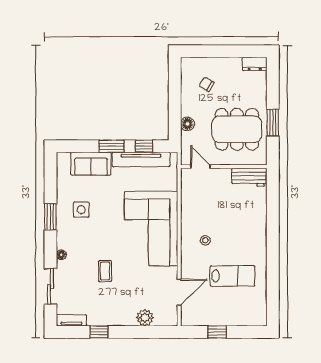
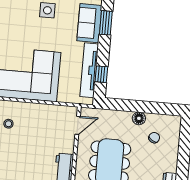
floor lamp: (187, 124) -> (139, 118), moved
window: (112, 146) -> (106, 23), moved

